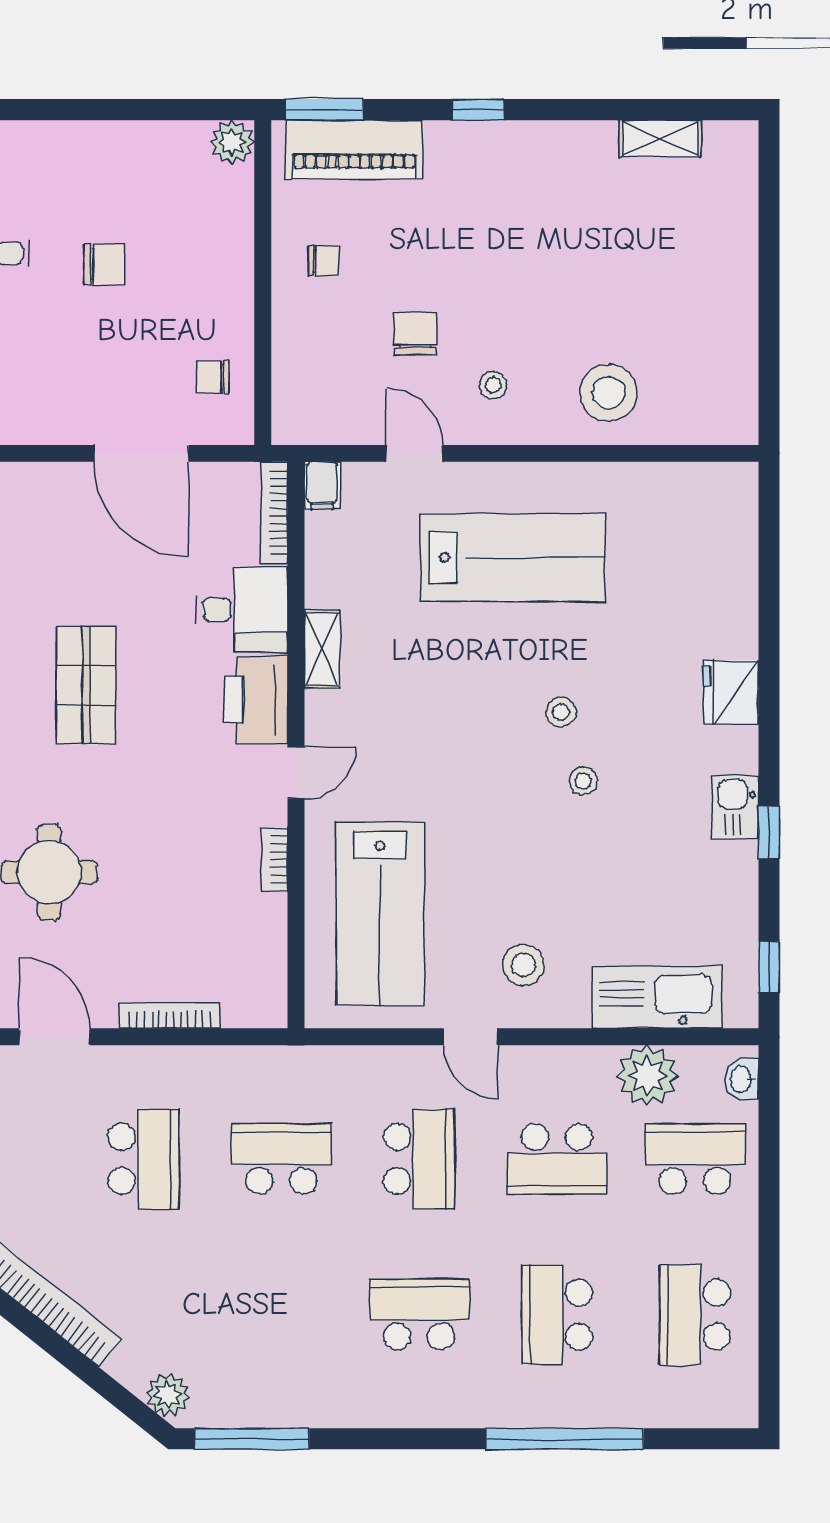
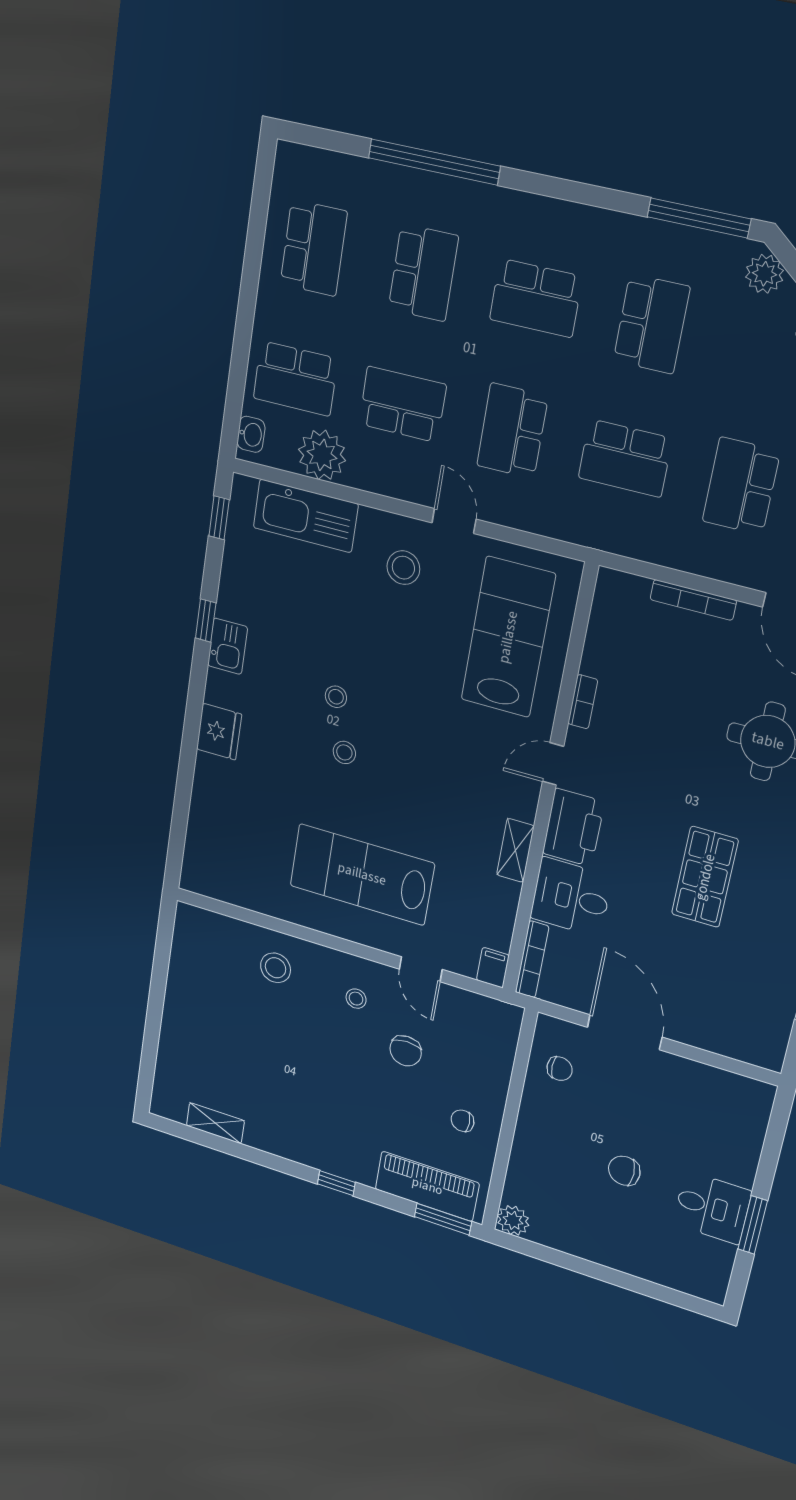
stool: (608, 393) -> (276, 968), width x0.73, depth x0.73
school desk: (281, 1315) -> (652, 324), added

